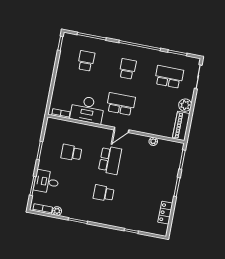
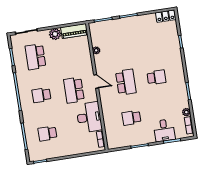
school desk: (71, 153) -> (131, 118), turned 90
school desk: (110, 160) -> (126, 82), turned 90
school desk: (104, 193) -> (156, 77), turned -90
locker: (165, 213) -> (166, 16), moved

